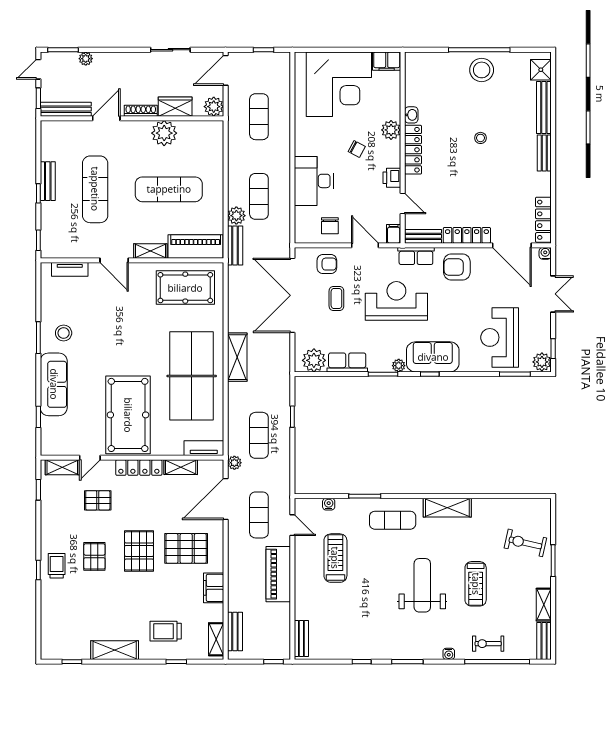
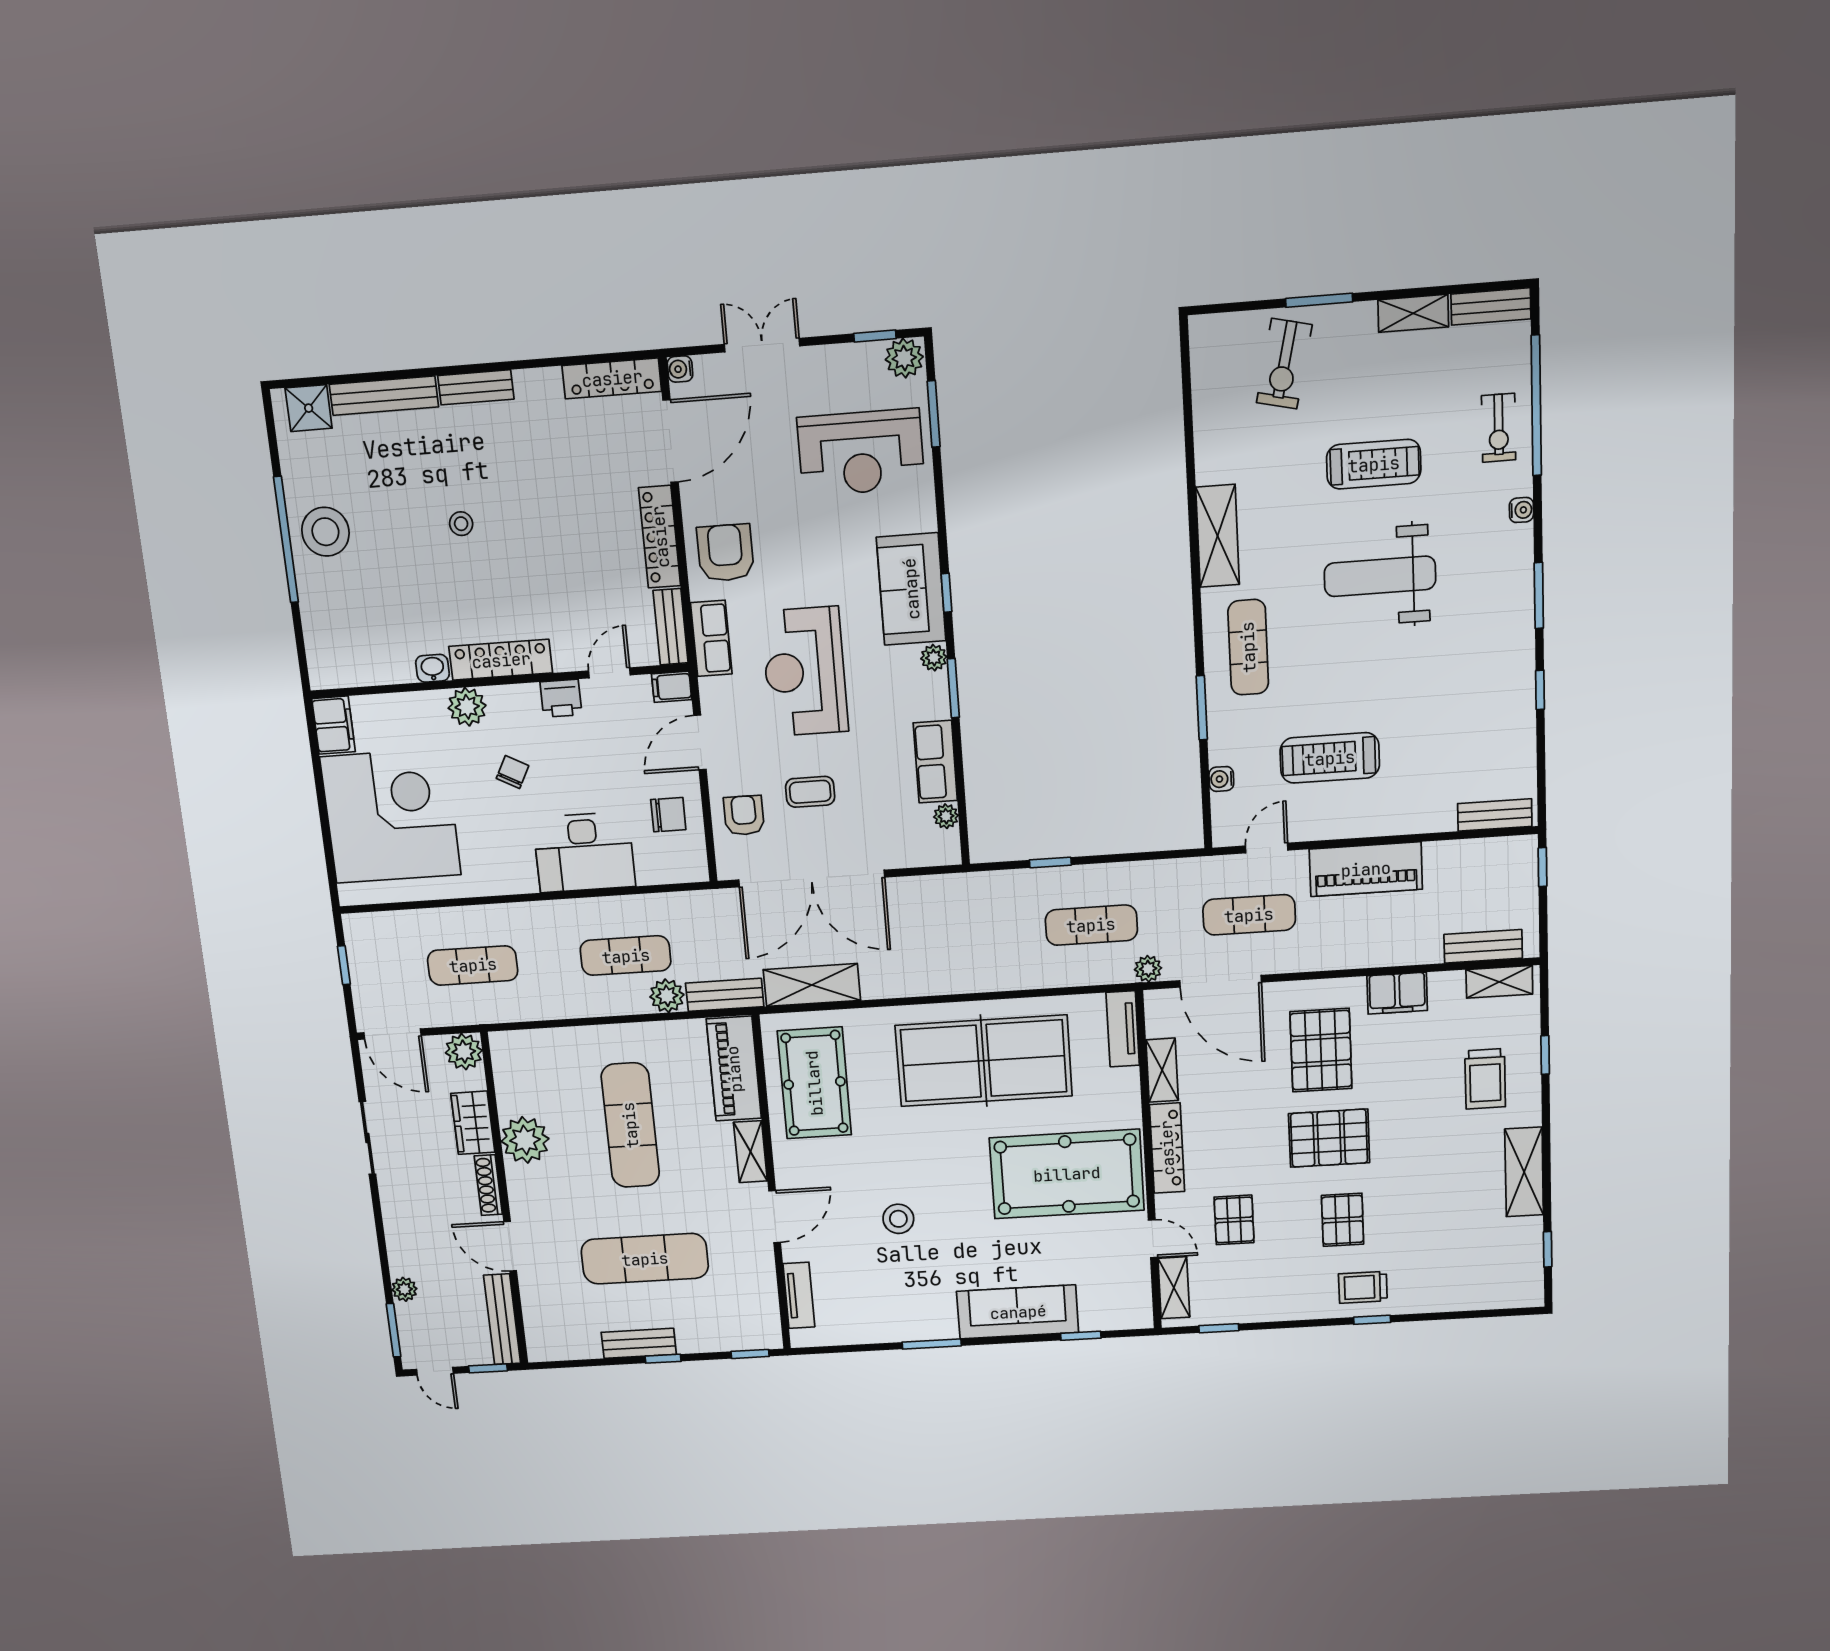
armchair: (457, 267) -> (725, 553), turned 180
stool: (64, 333) -> (898, 1219), moved
shelving: (237, 357) -> (812, 985), moved
plant: (314, 360) -> (946, 816), width x0.53, depth x0.53
pallet: (94, 556) -> (1343, 1220), turned 90

